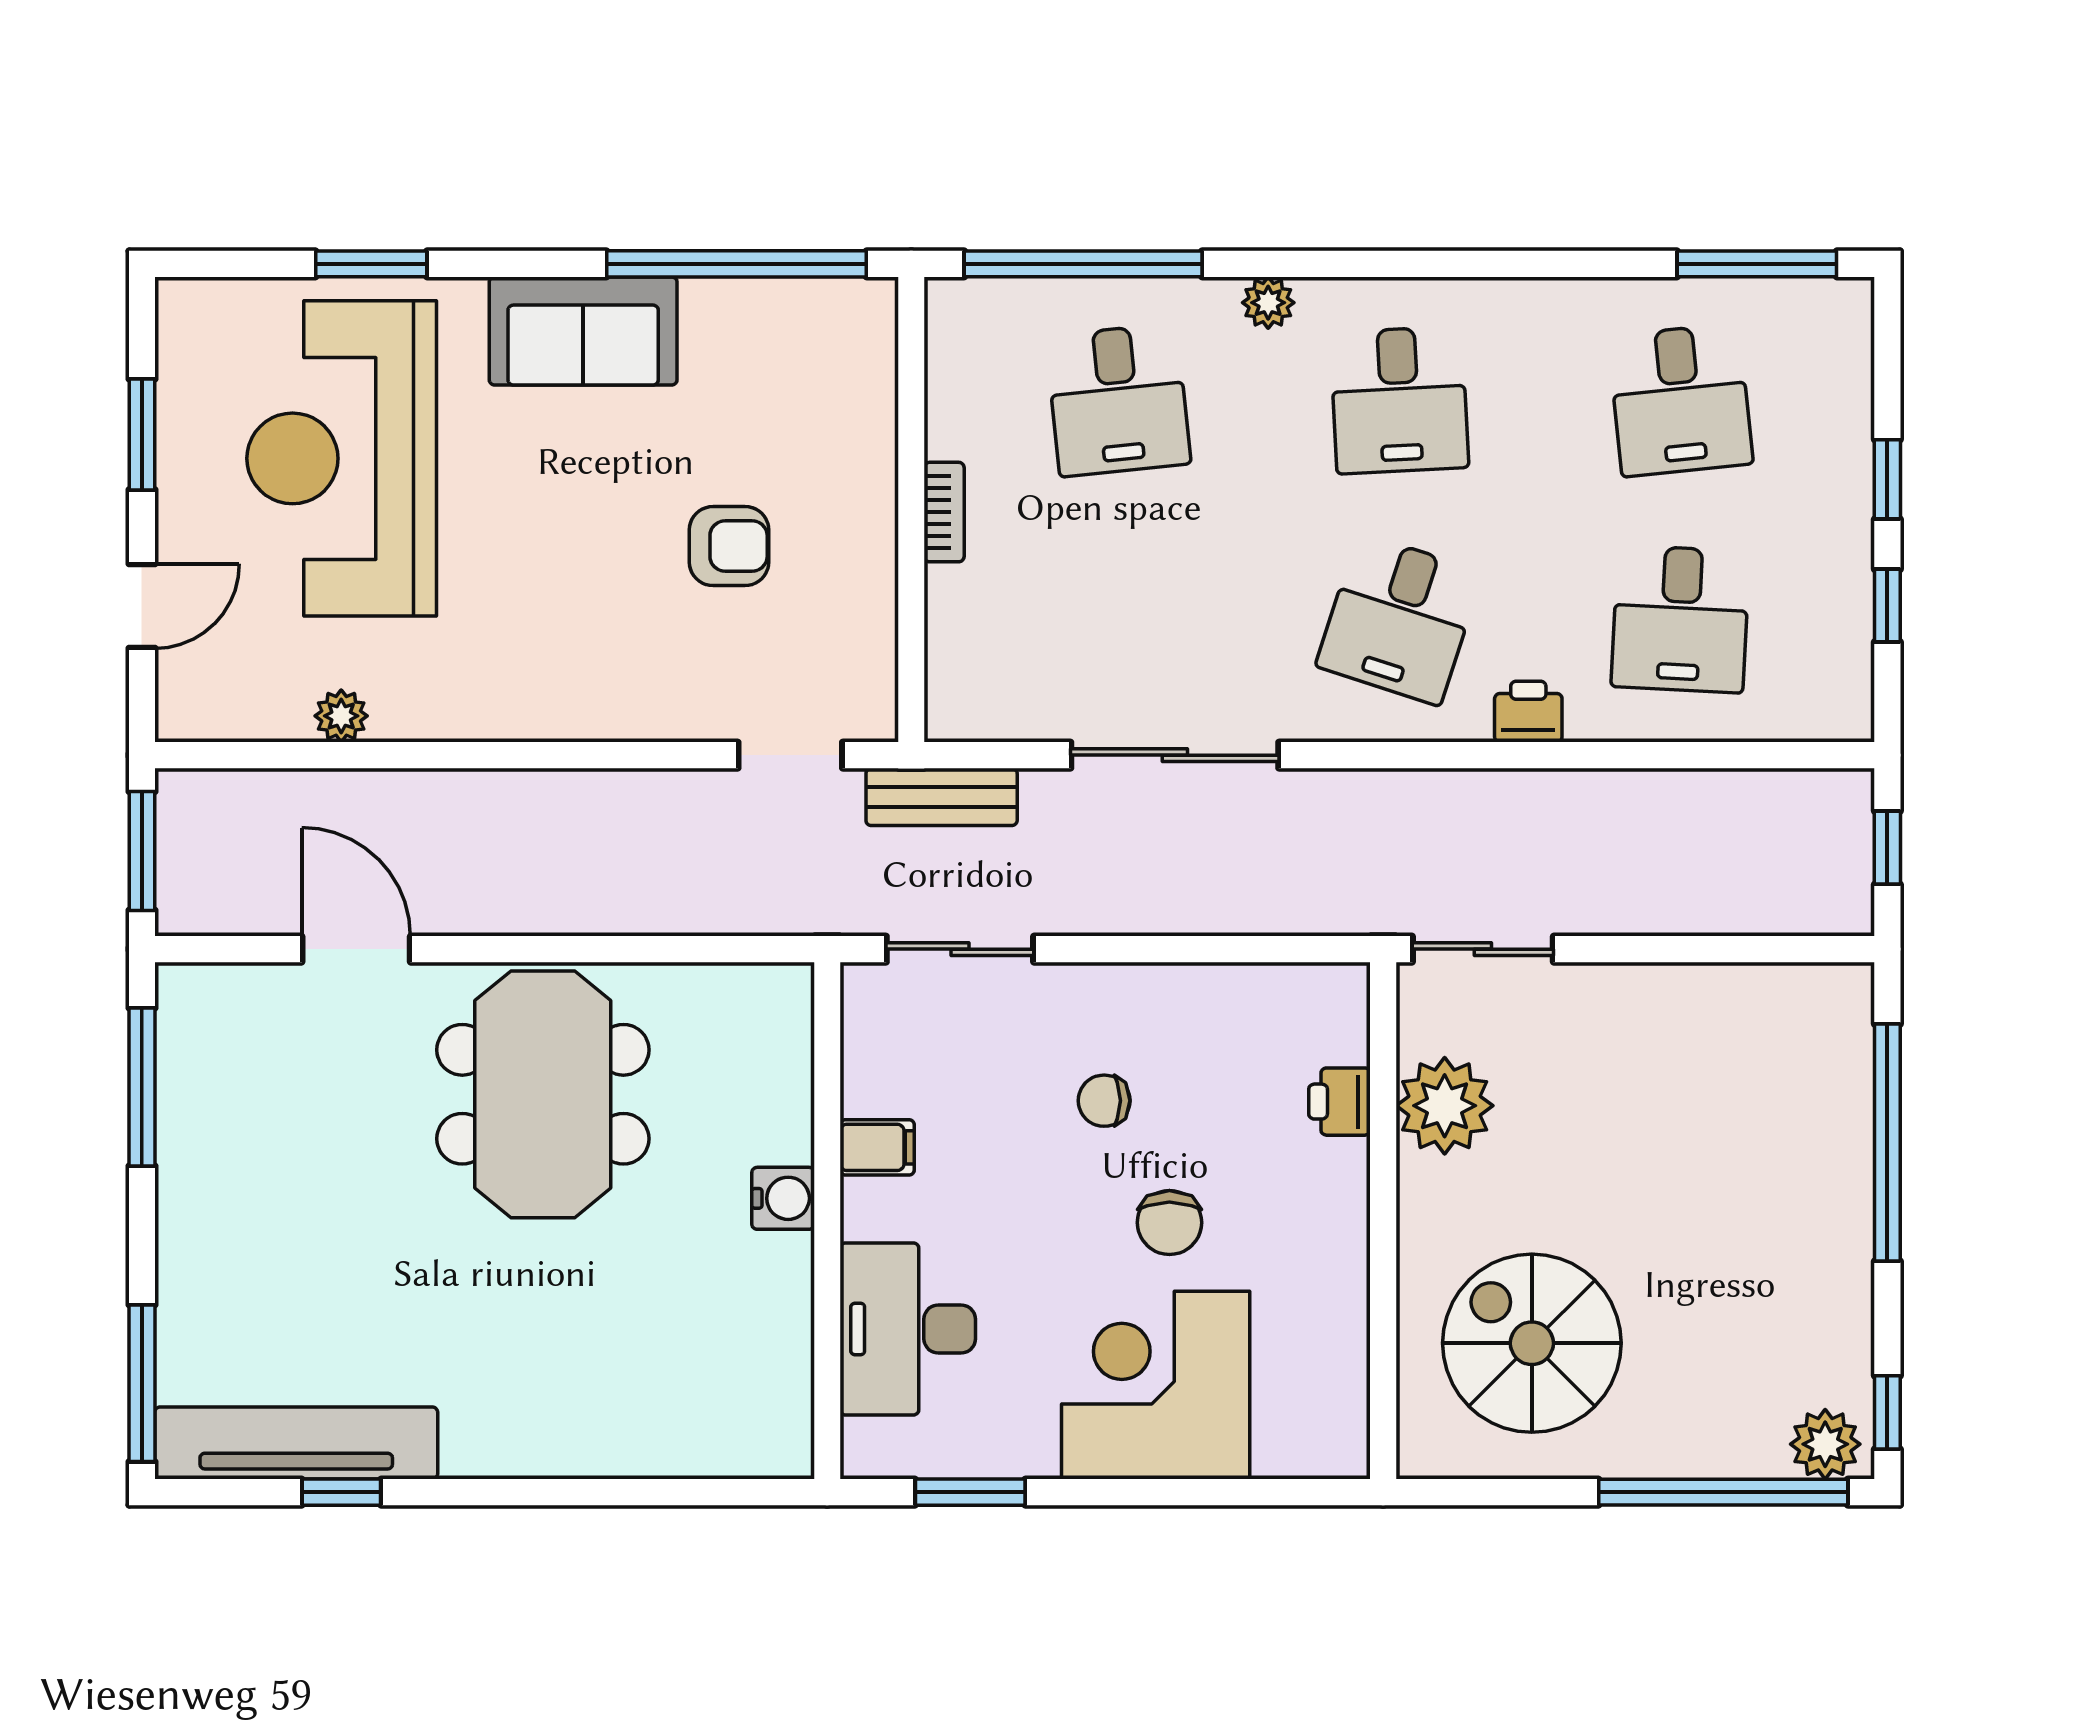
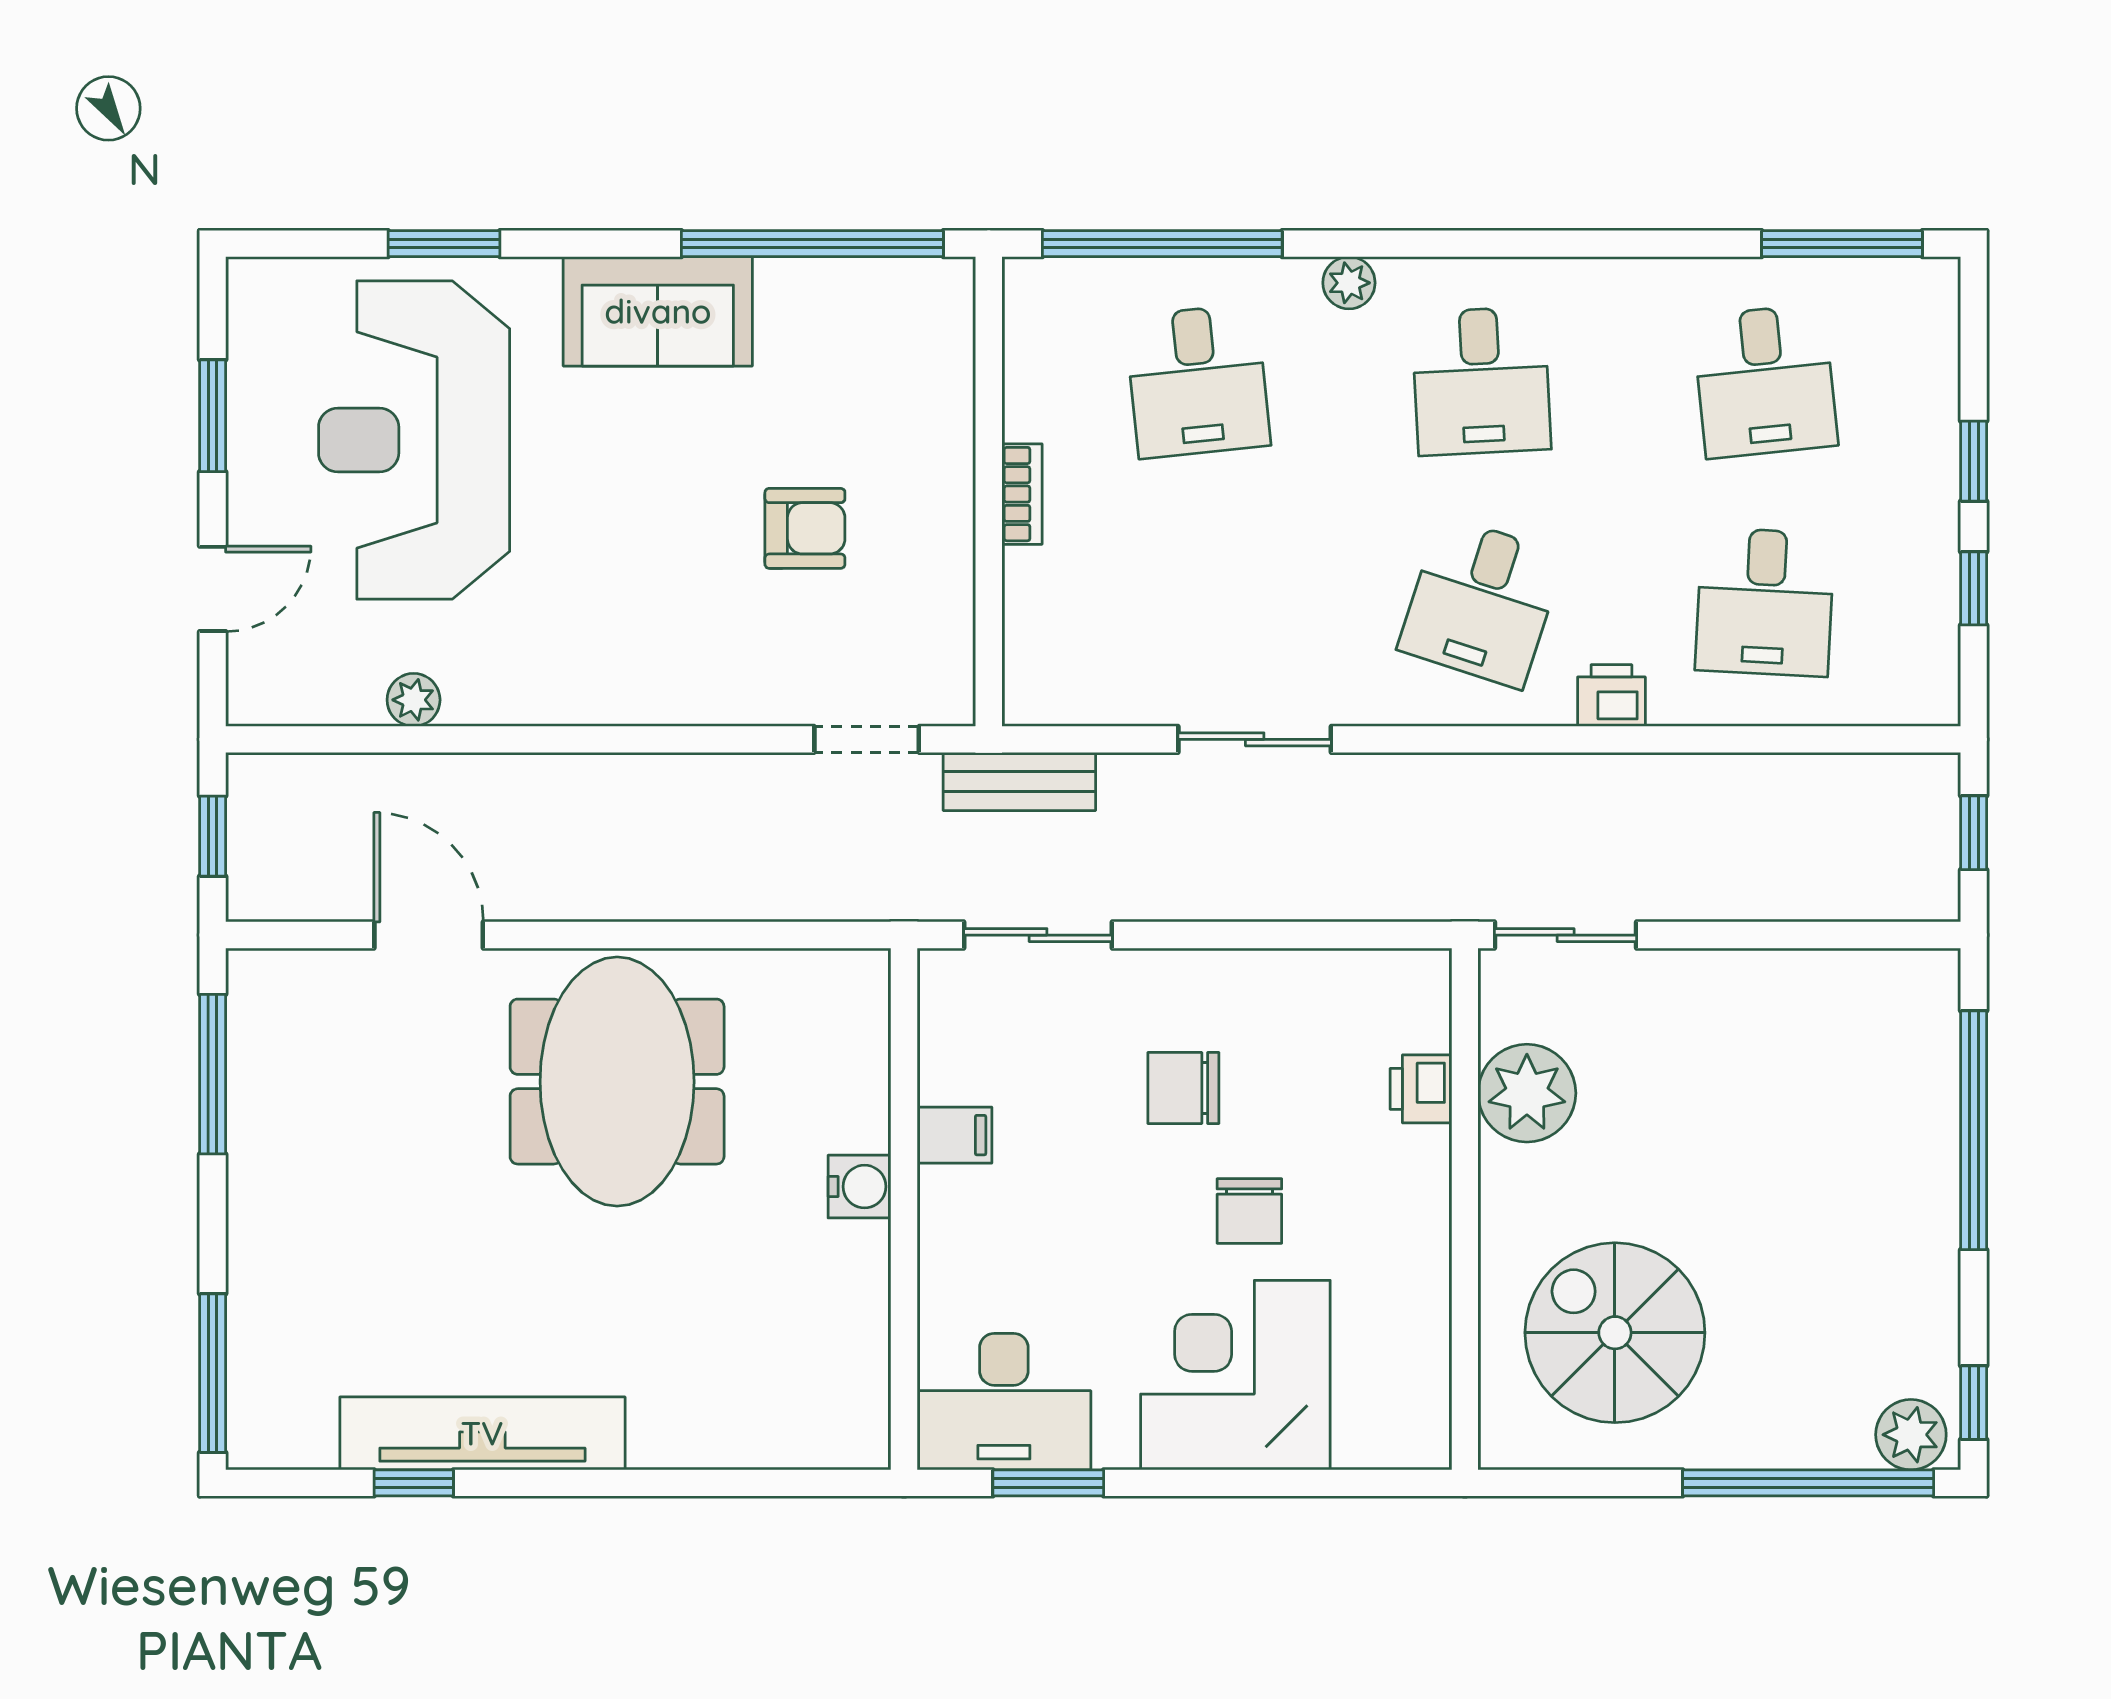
sliding door: (1175, 755) -> (1255, 739), width x0.73
window: (142, 851) -> (213, 836), width x0.67
chair: (1104, 1101) -> (1183, 1088), width x1.37, depth x1.37
desk: (908, 1329) -> (1004, 1402), moved, turned -90
tv unit: (296, 1443) -> (482, 1433), moved

